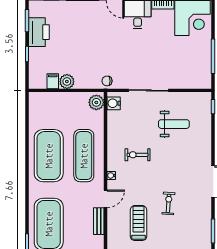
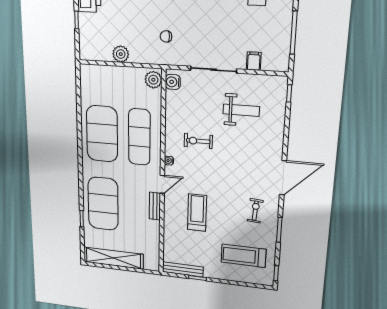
filing cabinet: (53, 81) -> (254, 61), moved
chair: (107, 81) -> (166, 36), moved
exercise bike: (168, 203) -> (255, 211), moved

